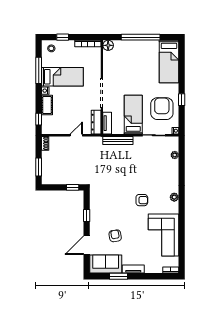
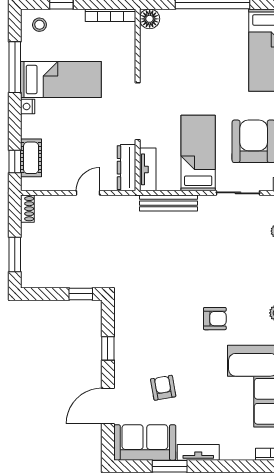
cot: (47, 105) -> (31, 158), moved

